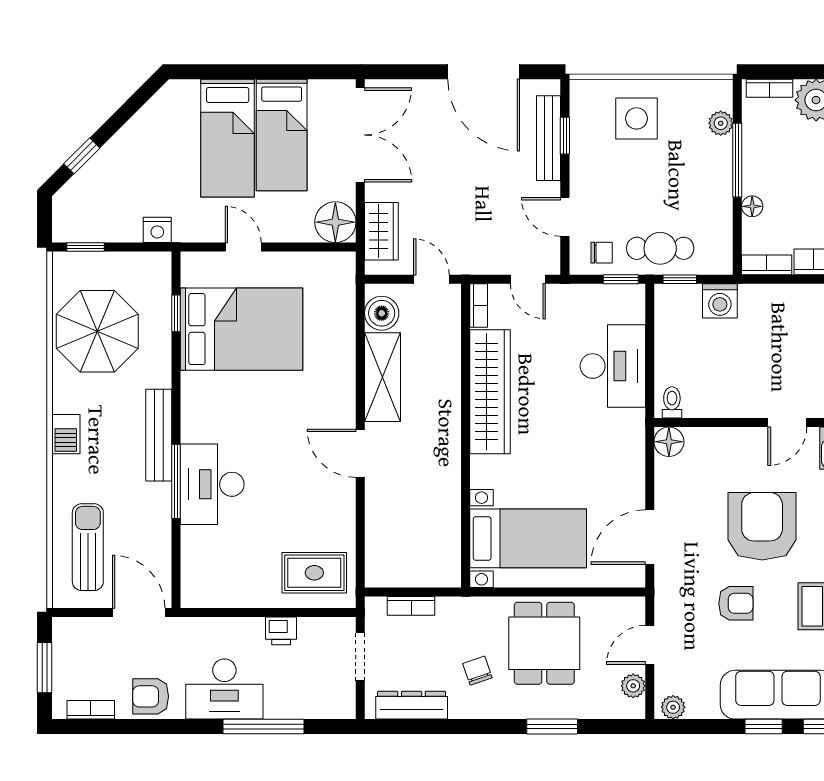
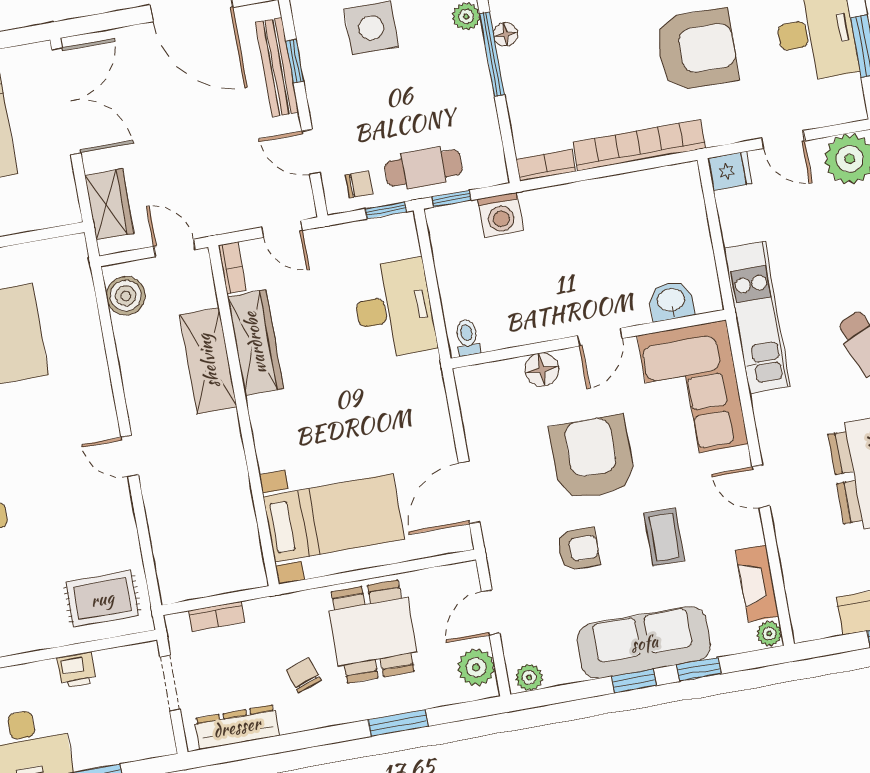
floor lamp: (752, 206) -> (506, 34), moved
floor lamp: (335, 222) -> (56, 203), removed
shelving: (382, 377) -> (208, 361), moved
wardrobe: (490, 392) -> (255, 343), width x0.71, depth x0.85
floor lamp: (669, 442) -> (542, 370), moved
door: (360, 453) -> (130, 456), width x0.73
plant: (633, 686) -> (476, 667), width x1.38, depth x1.38

